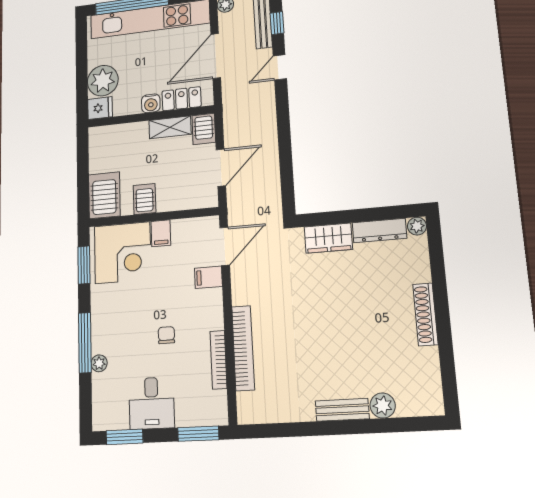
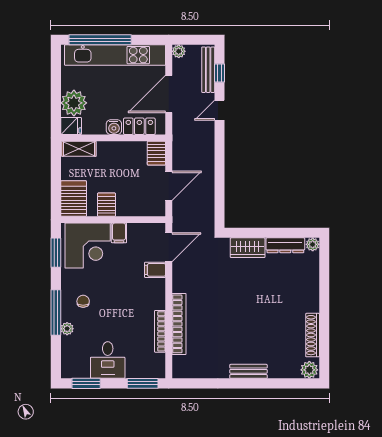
shelving: (170, 127) -> (79, 149), moved
shoe rack: (425, 314) -> (313, 335), moved
chair: (166, 335) -> (83, 301), moved
plant: (383, 406) -> (309, 370), moved

